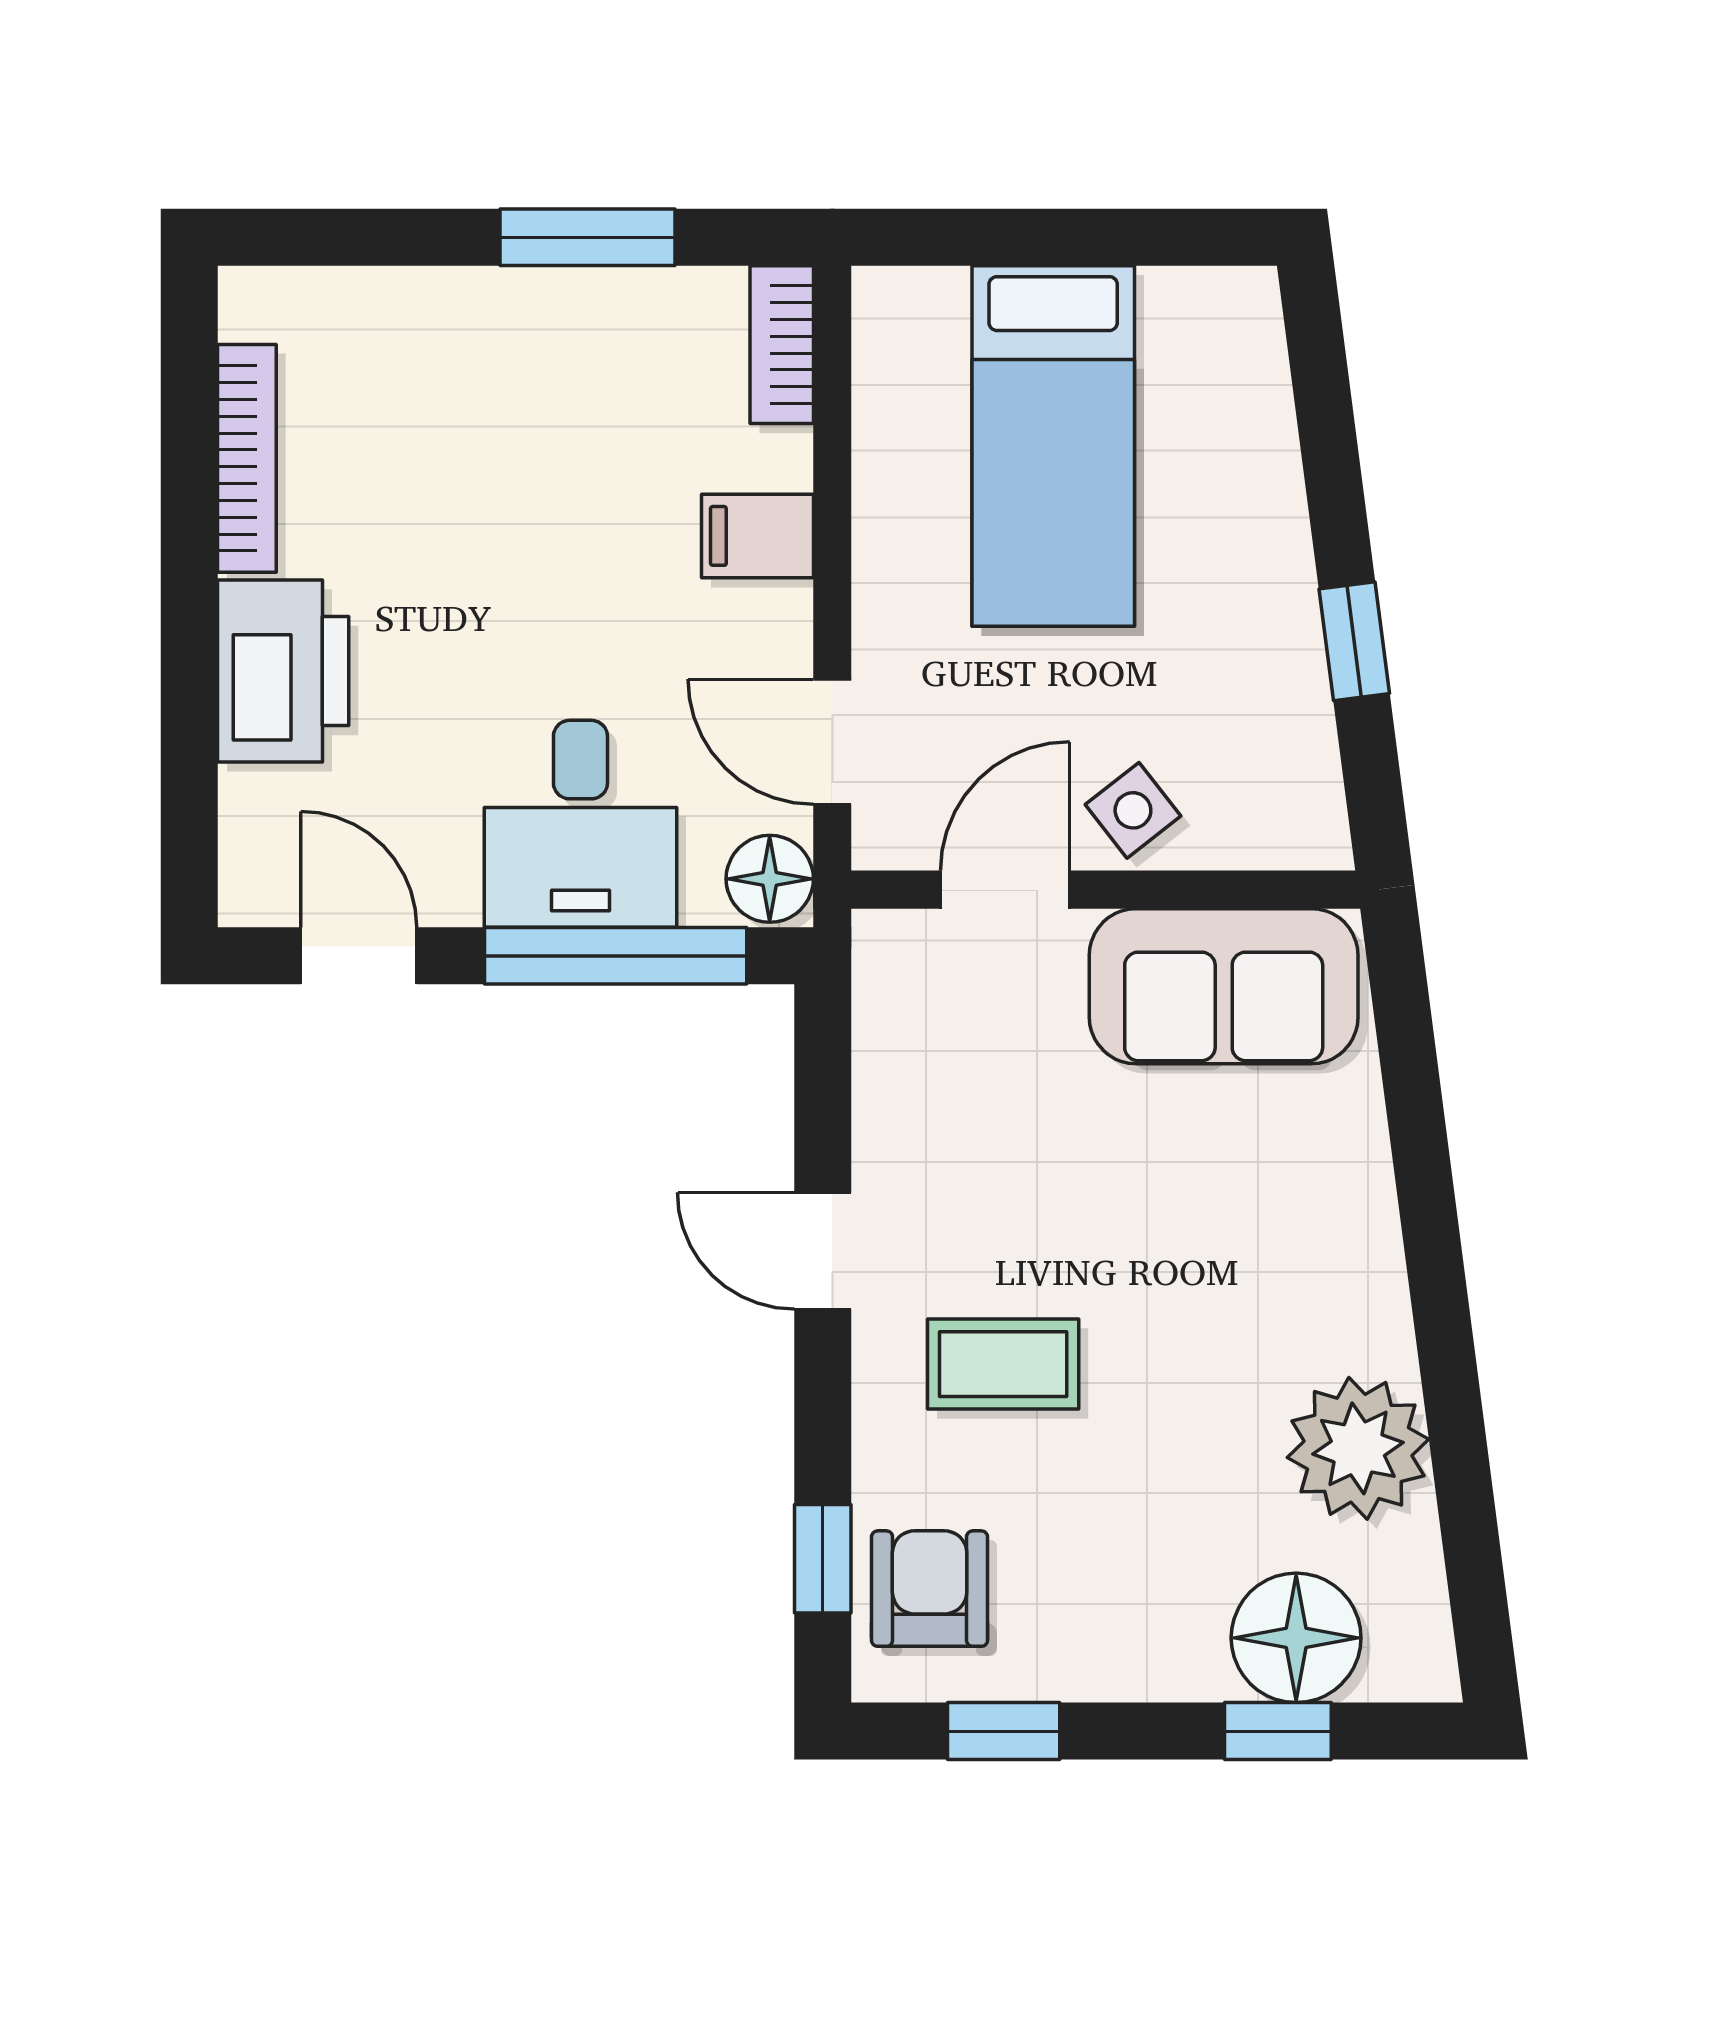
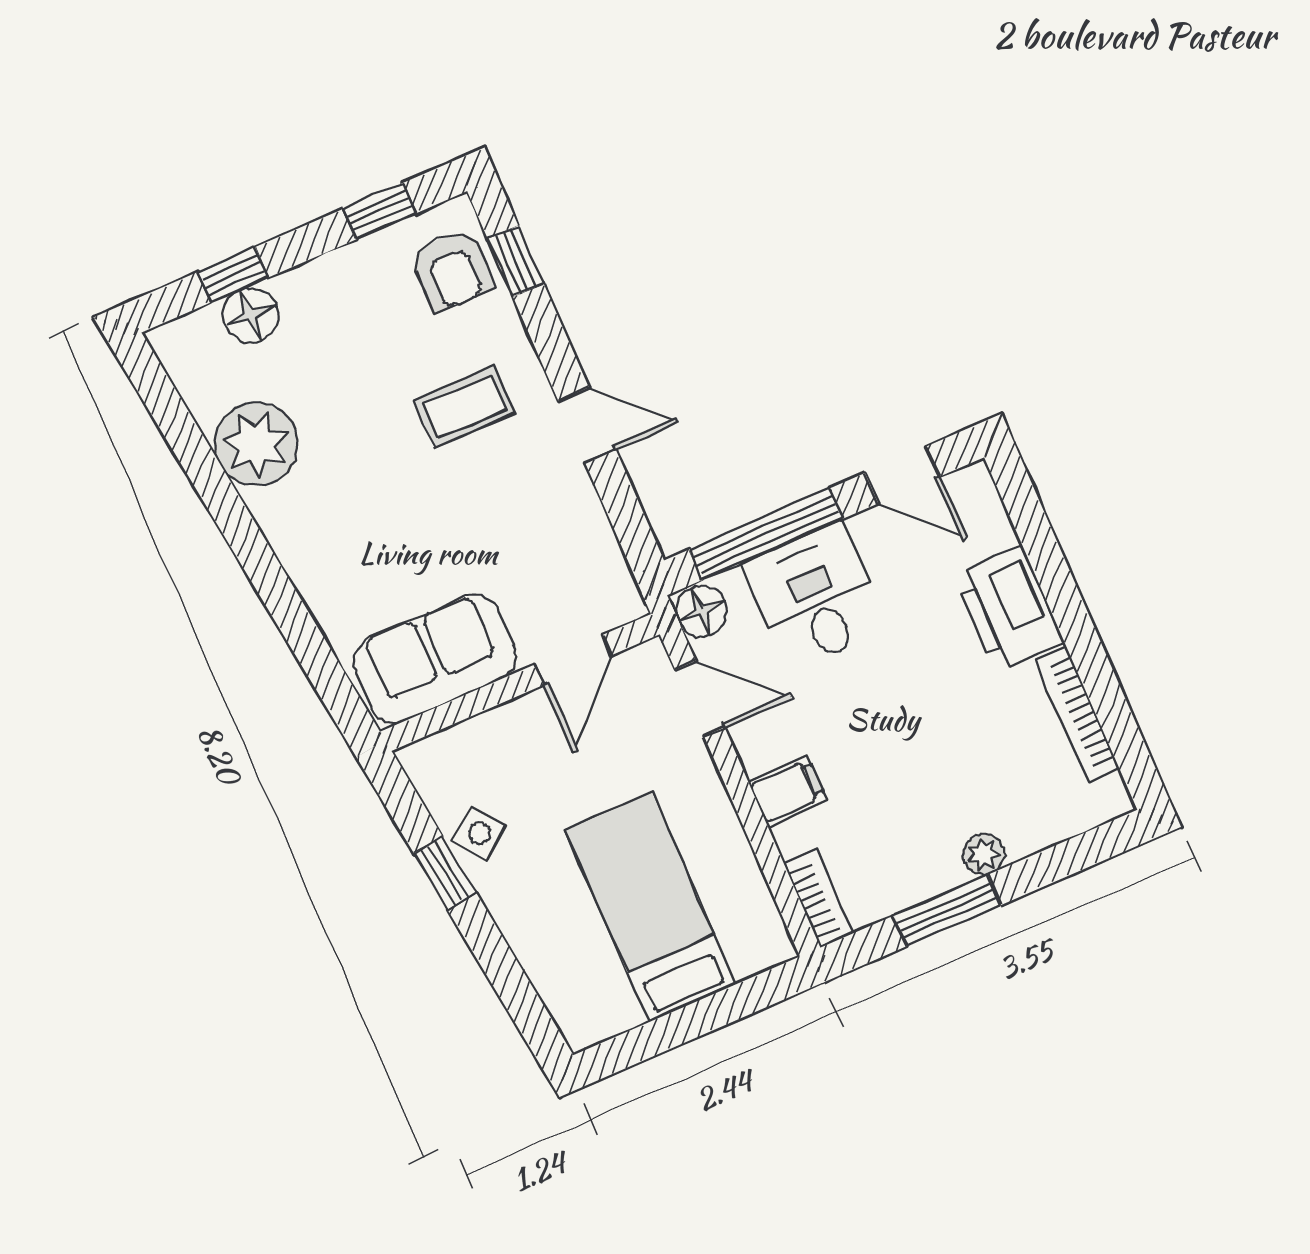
plant: (491, 301) -> (984, 854), added
side table: (1133, 810) -> (479, 833), moved
floor lamp: (1296, 1638) -> (250, 315), width x0.73, depth x0.73

